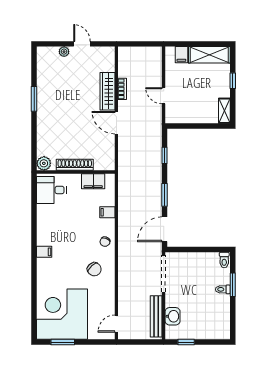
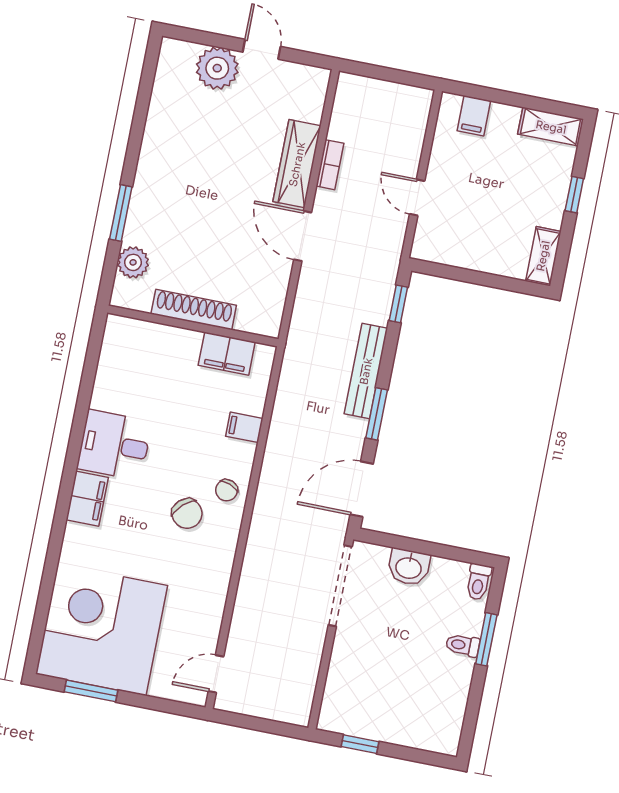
plant: (64, 52) -> (217, 68), width x1.88, depth x1.88
shelving: (209, 55) -> (551, 127), width x0.67, depth x0.75
window: (34, 99) -> (121, 213), moved
window: (165, 155) -> (398, 304), moved
plant: (44, 163) -> (133, 262), moved
desk: (52, 190) -> (114, 445), moved
filing cabinet: (44, 252) -> (87, 499), width x2.00
chair: (94, 269) -> (187, 514), moved
bench: (156, 316) -> (366, 371), moved
washbasin: (173, 316) -> (409, 567), moved, turned 90

